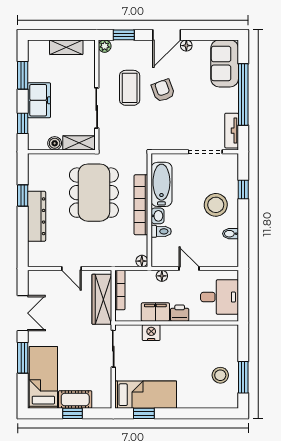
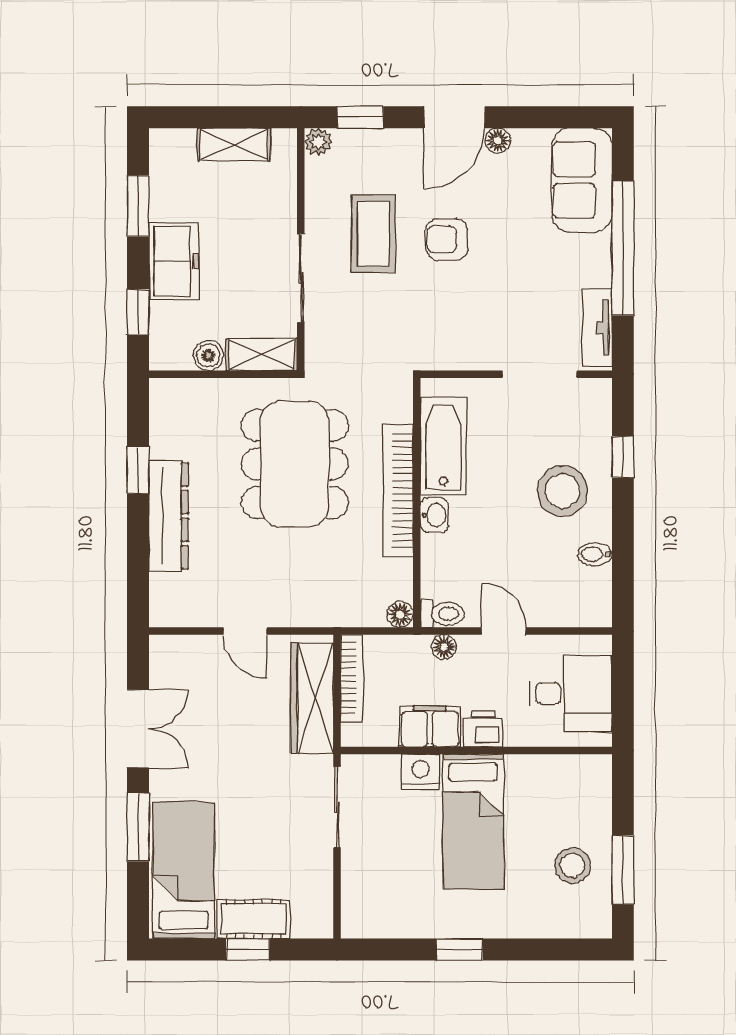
armchair: (163, 90) -> (447, 239), turned -70
toilet: (161, 231) -> (442, 614), moved
bed: (146, 395) -> (473, 822), moved, turned 90
window: (144, 413) -> (460, 949), moved

